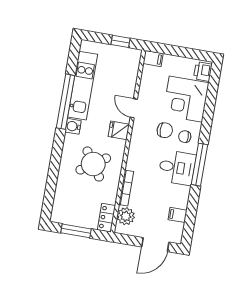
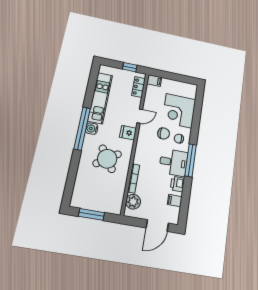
printer: (203, 71) -> (177, 184), moved
window: (66, 102) -> (82, 129), moved
door: (134, 108) -> (140, 116), swing flipped
locker: (106, 218) -> (138, 87), moved

